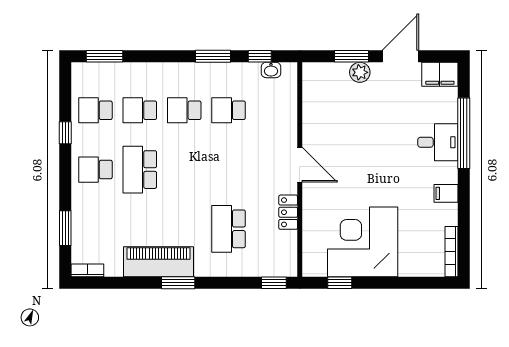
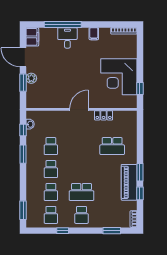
window: (274, 283) -> (140, 193), moved

